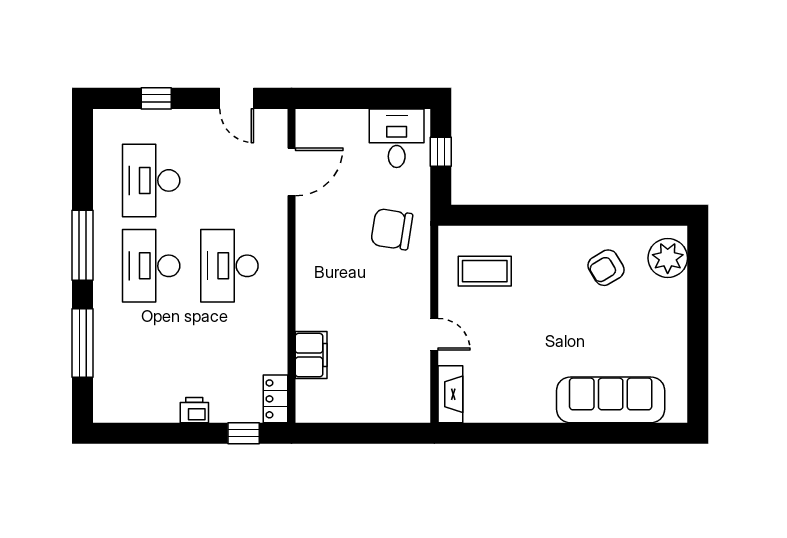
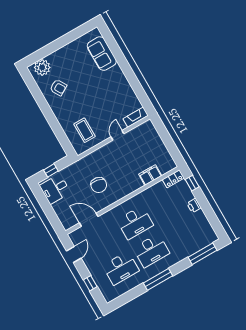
chair: (392, 229) -> (99, 185), moved
window: (83, 343) -> (202, 254), moved
sofa: (611, 400) -> (102, 54), width x0.73

